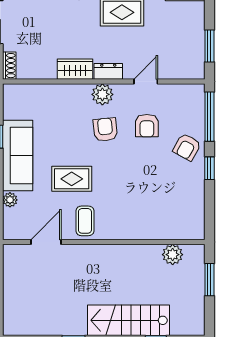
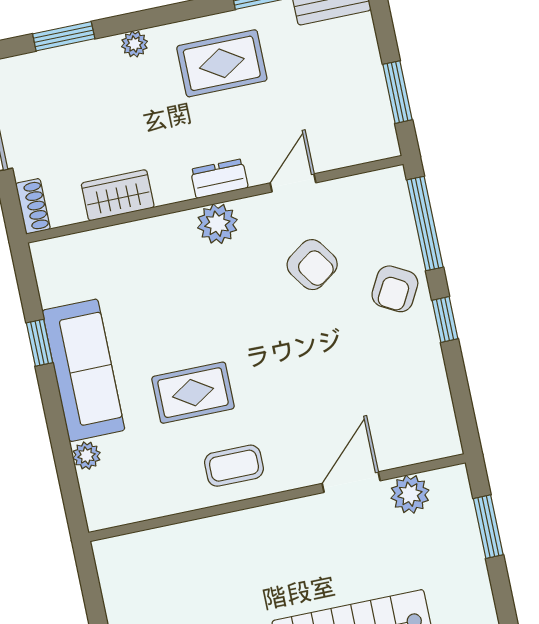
wardrobe: (75, 69) -> (118, 195), moved
armchair: (147, 126) -> (312, 265), turned -35
armchair: (105, 130) -> (236, 288), removed
coffee table: (85, 221) -> (234, 466), turned 90
door: (46, 242) -> (351, 482), moved

